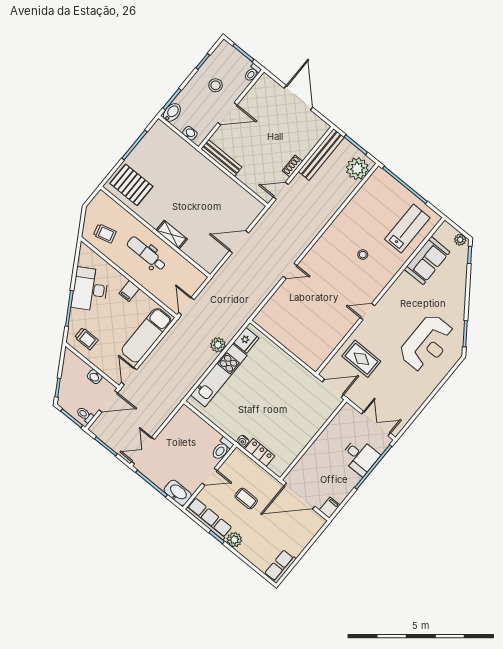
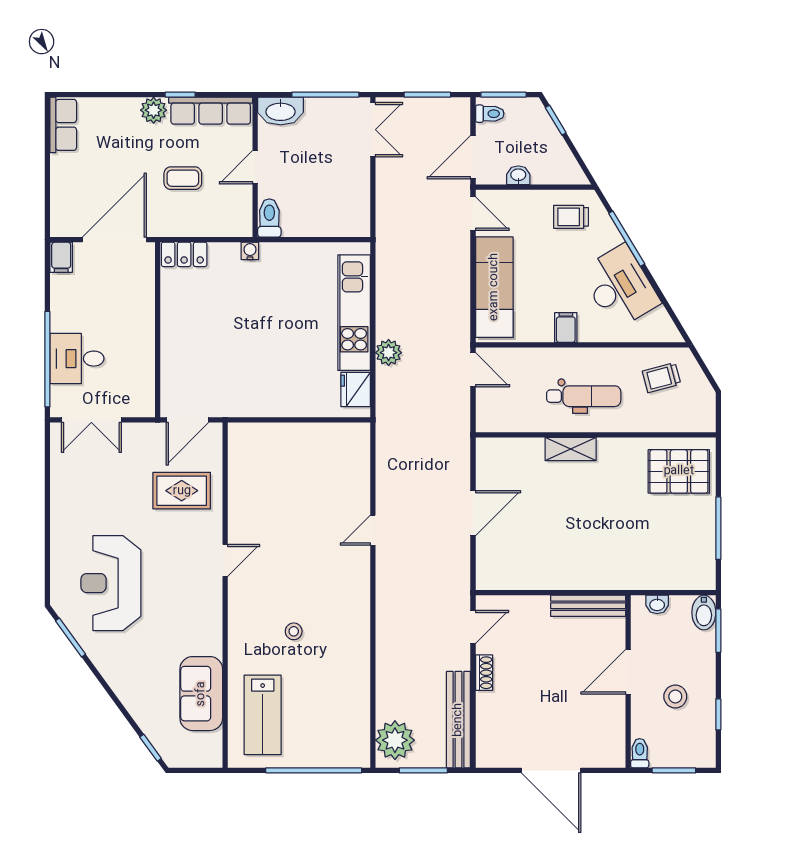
plant: (460, 240) -> (180, 758), removed
locker: (260, 452) -> (184, 254), moved

